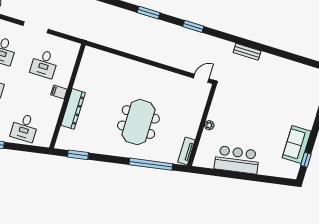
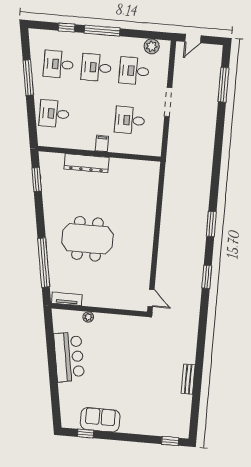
bench: (247, 52) -> (188, 379), moved
plant: (209, 125) -> (88, 317), moved

